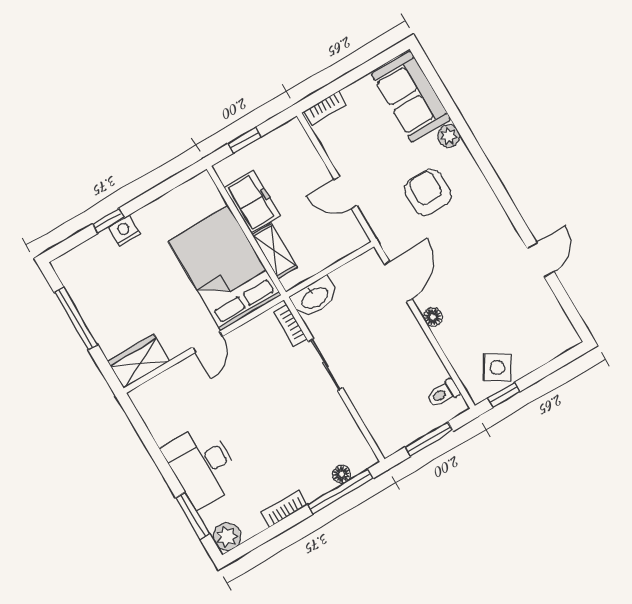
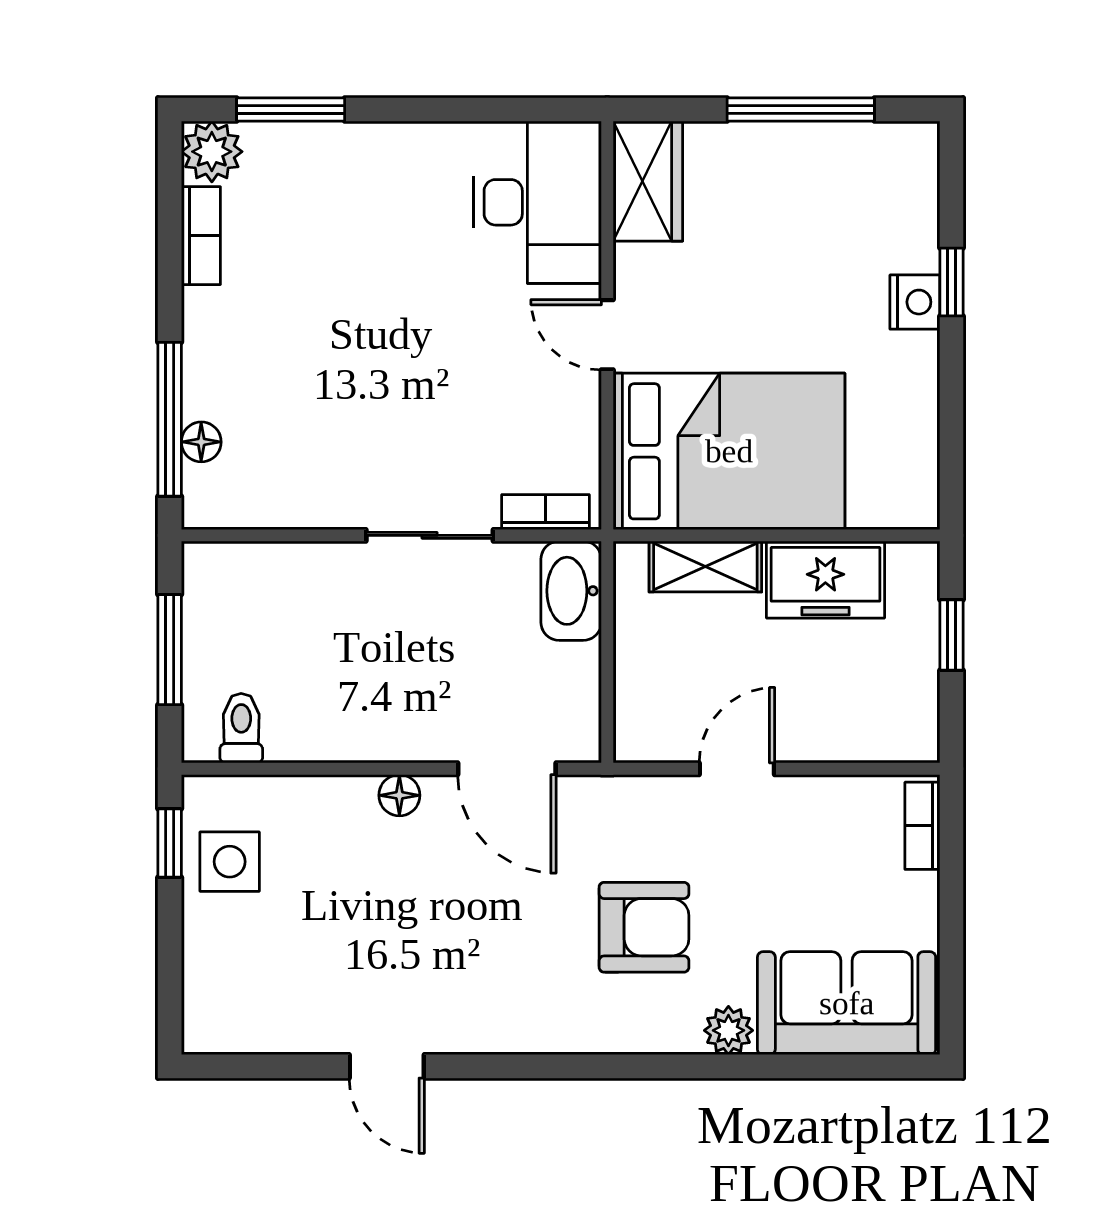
side table: (497, 367) -> (230, 862), turned -31
desk: (202, 465) -> (538, 202), moved, turned 90
bookcase: (284, 508) -> (201, 236), moved

